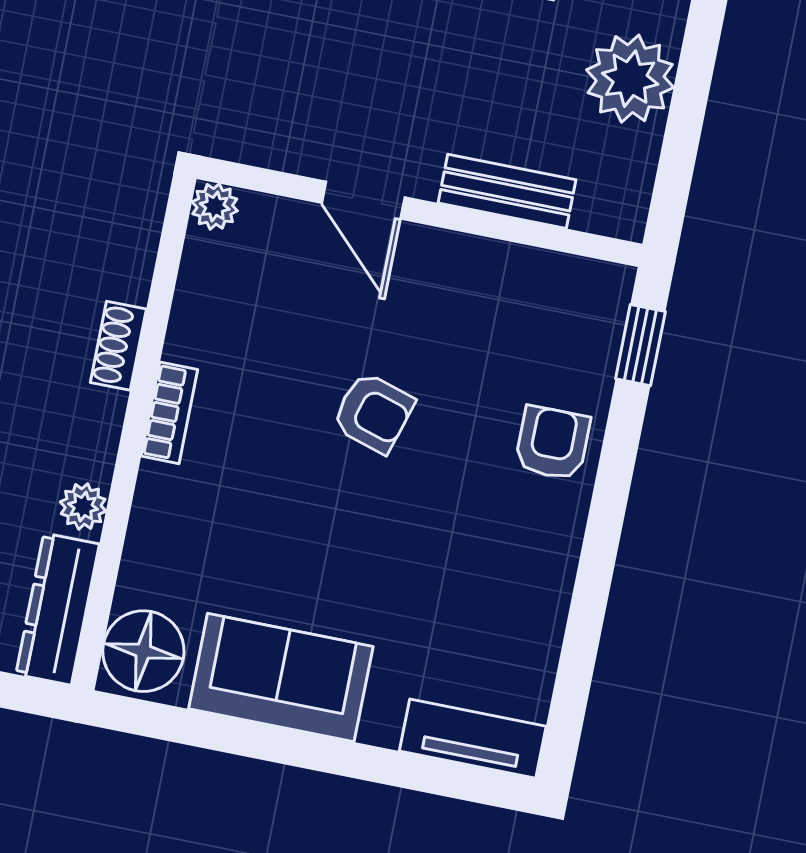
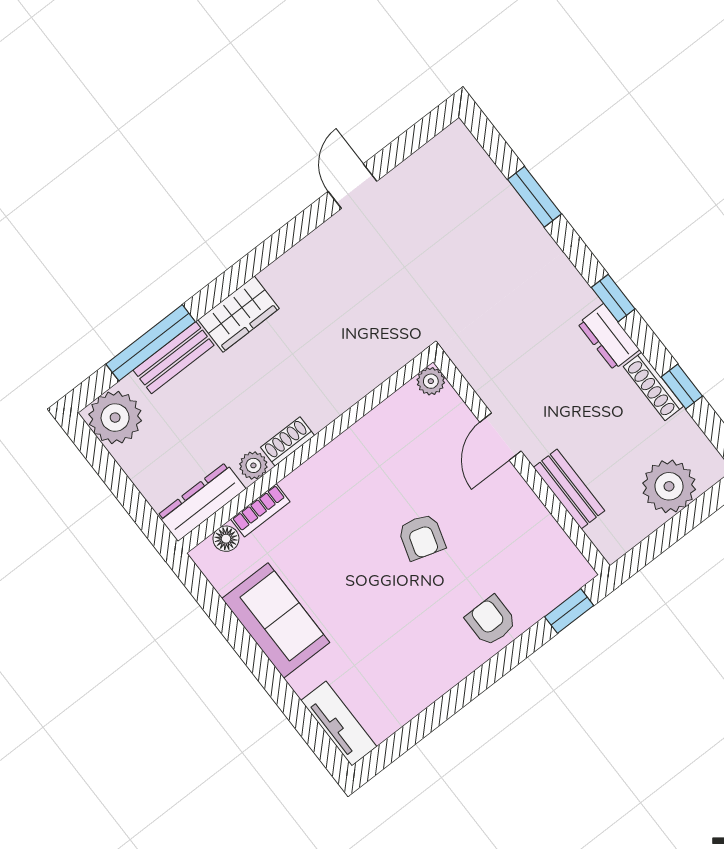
shoe rack: (118, 346) -> (288, 441), moved
bookcase: (169, 413) -> (260, 510), moved
armchair: (552, 443) -> (491, 621), turned -90
floor lamp: (143, 651) -> (226, 539), width x0.53, depth x0.53

